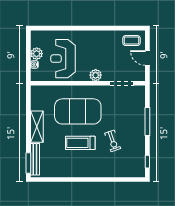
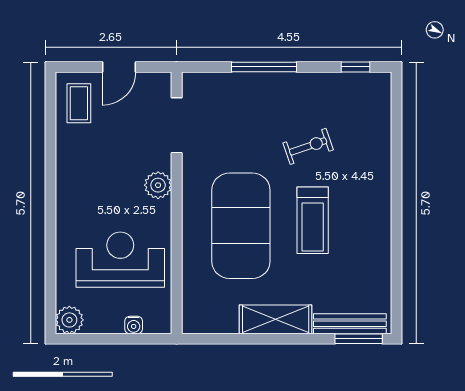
plant: (37, 54) -> (69, 320), moved
reception desk: (63, 59) -> (120, 260), turned 180

